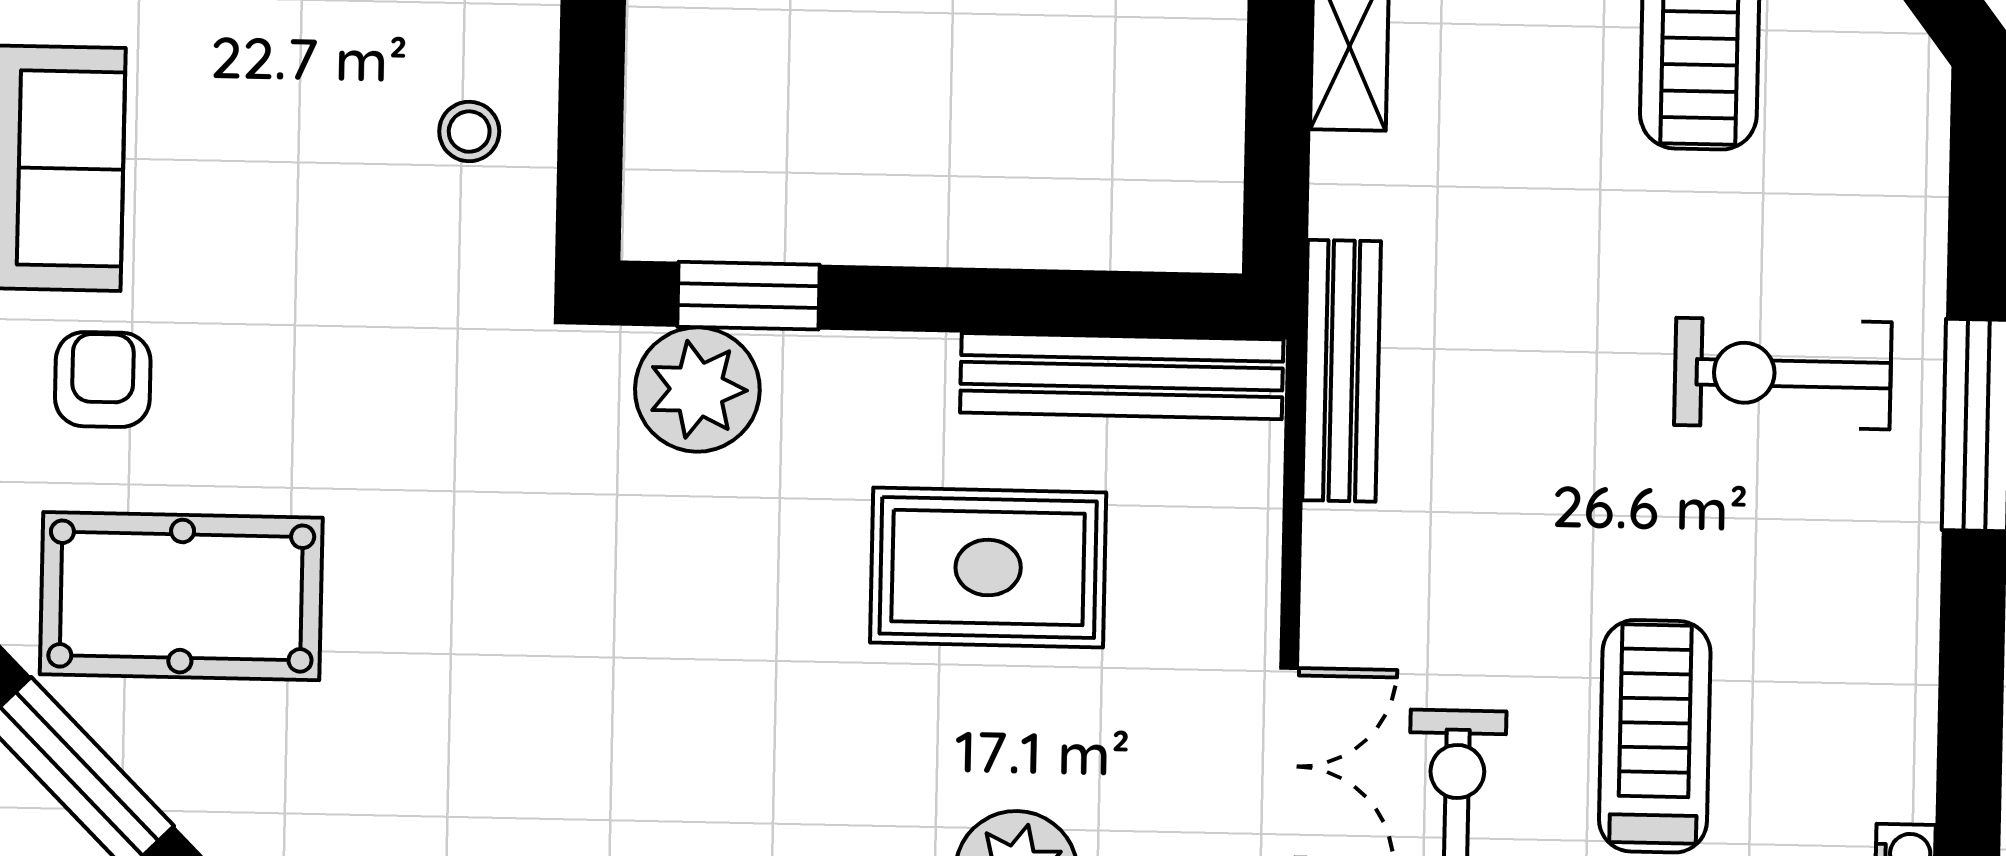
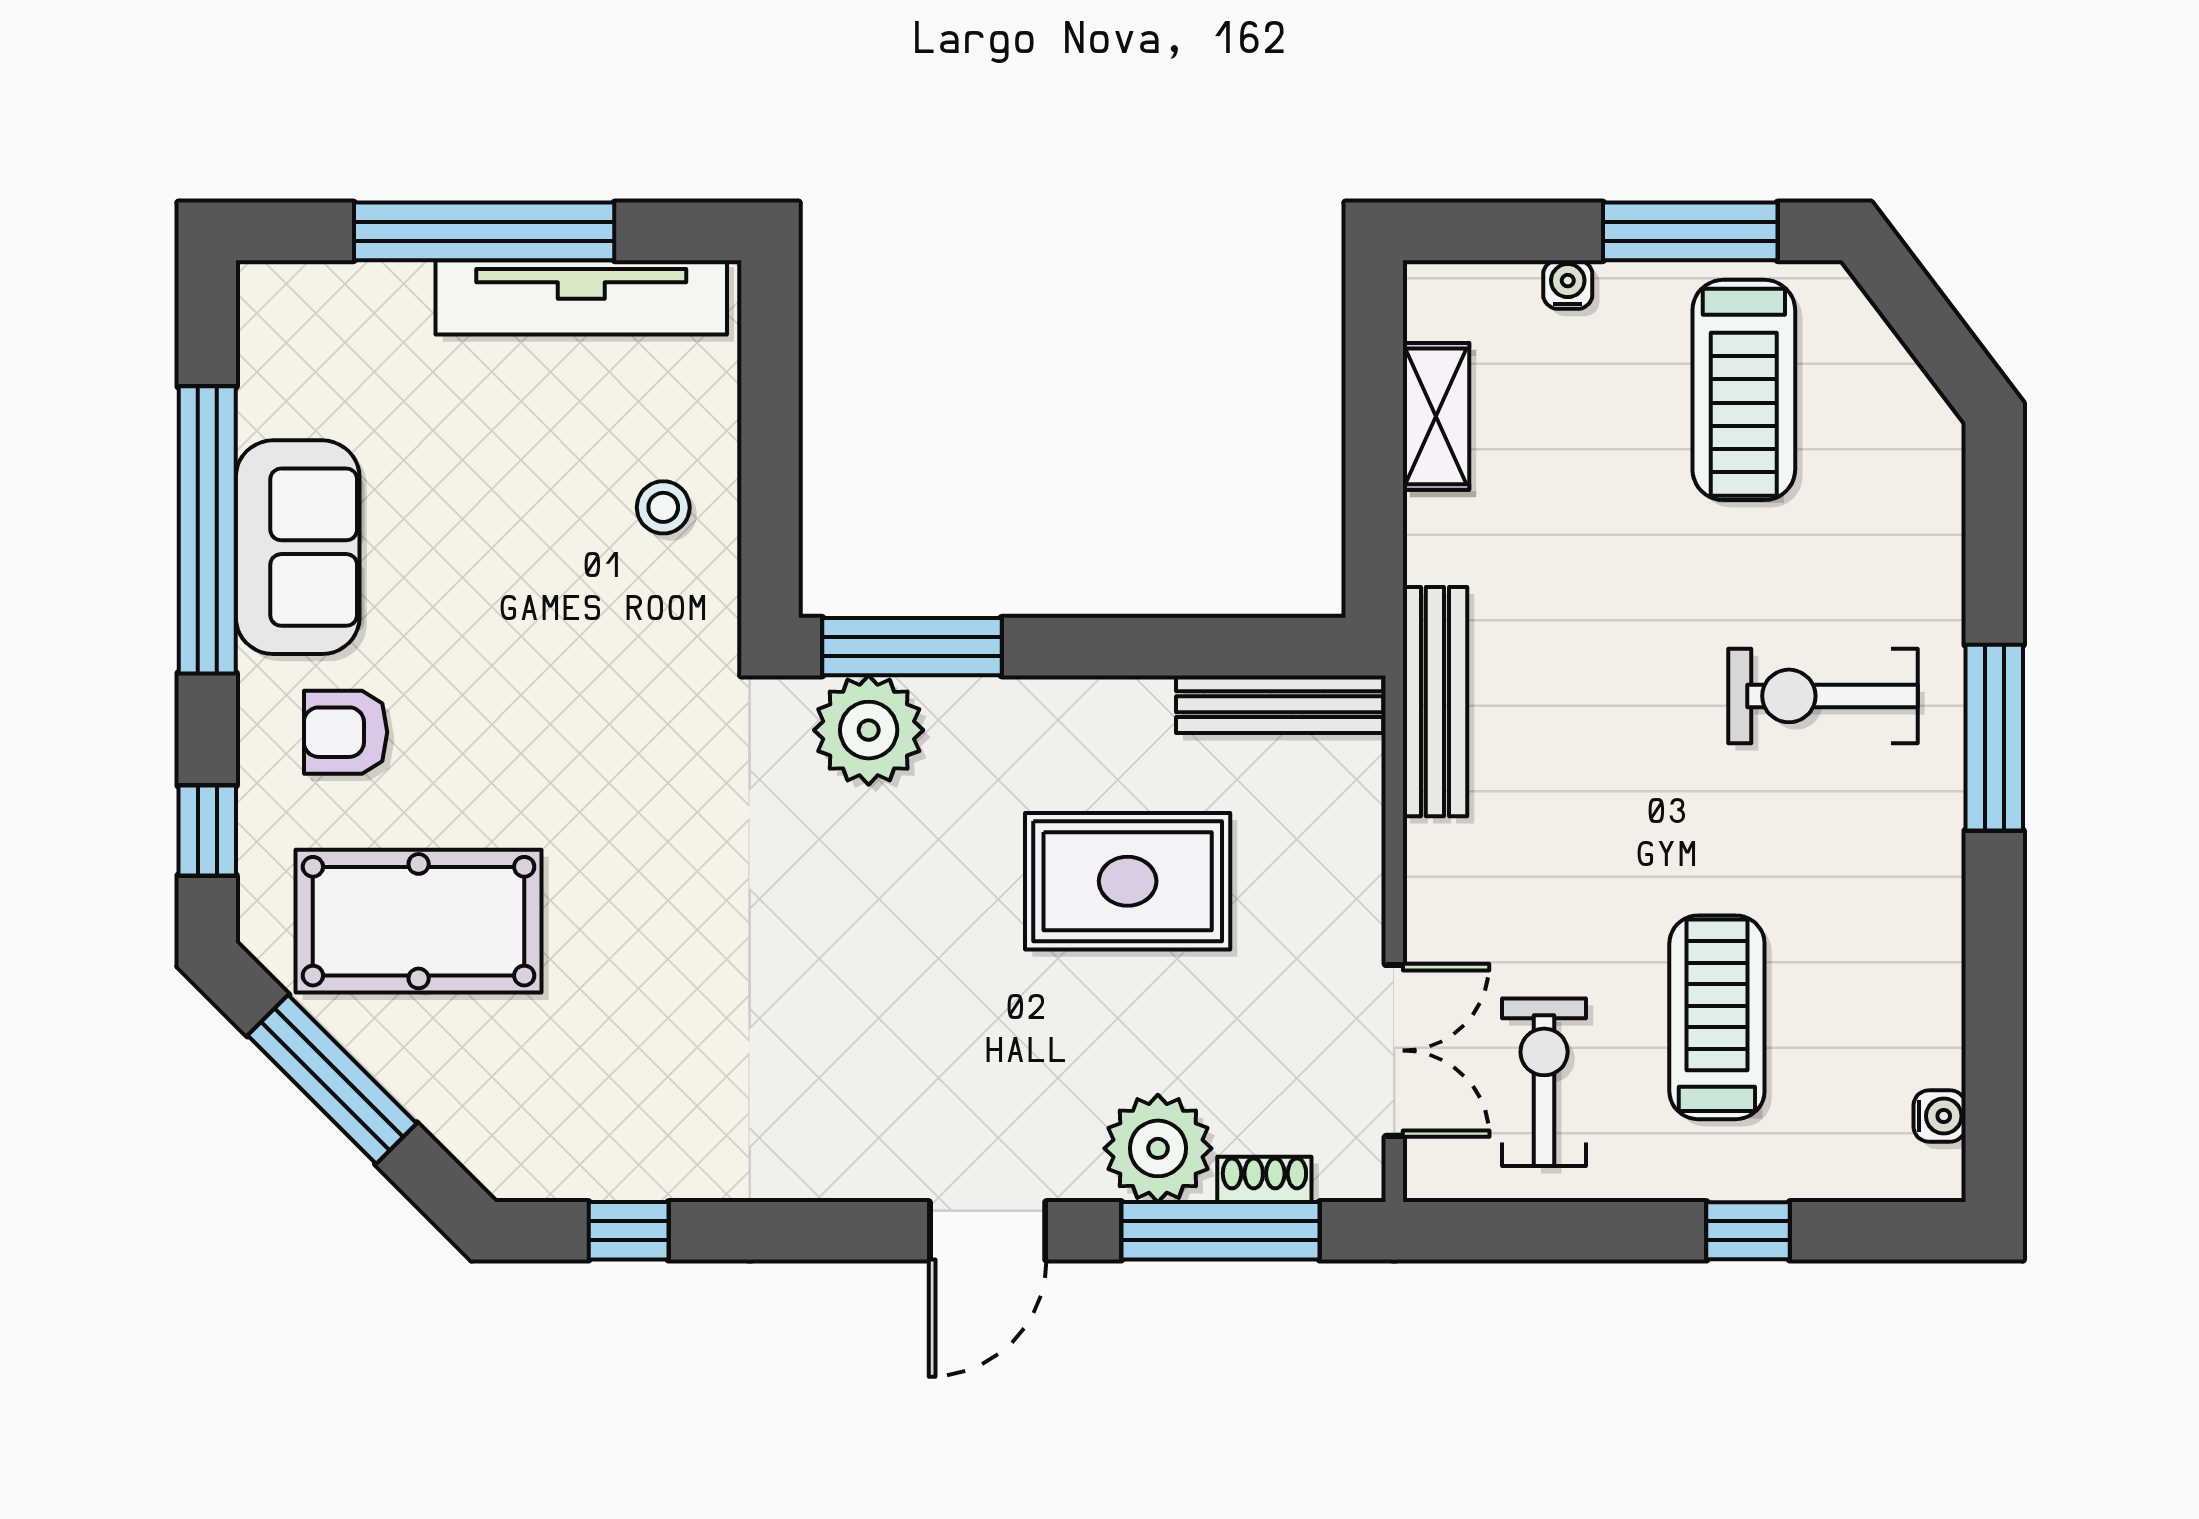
window: (749, 296) -> (912, 647), width x1.44
bench: (1122, 376) -> (1280, 704), width x0.73, depth x0.82
armchair: (103, 380) -> (346, 732), turned -90

